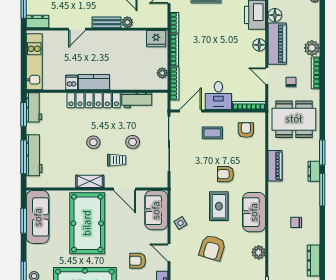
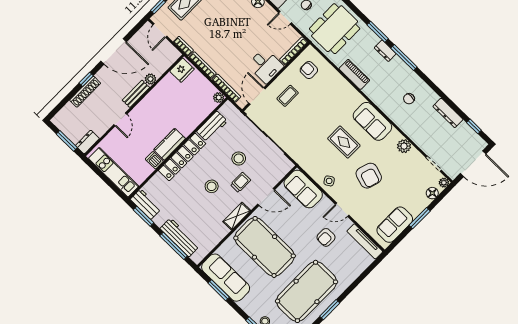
plant: (162, 73) -> (219, 98), moved
armchair: (226, 174) -> (326, 115), removed

